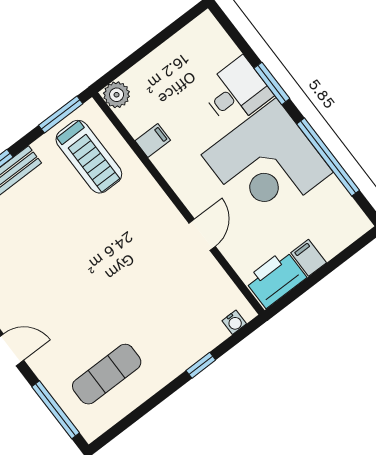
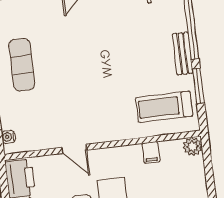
window: (61, 114) -> (198, 86), moved
exercise mat: (107, 374) -> (22, 65), moved

